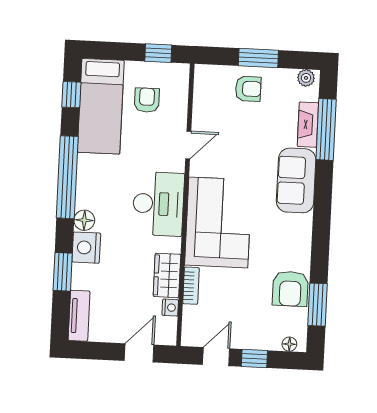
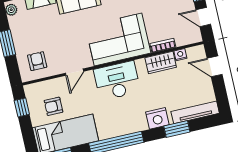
armchair: (248, 89) -> (37, 61), moved
door: (188, 145) -> (74, 72), swing flipped
floor lamp: (84, 220) -> (140, 124), removed
tv unit: (79, 316) -> (195, 112), width x1.41

